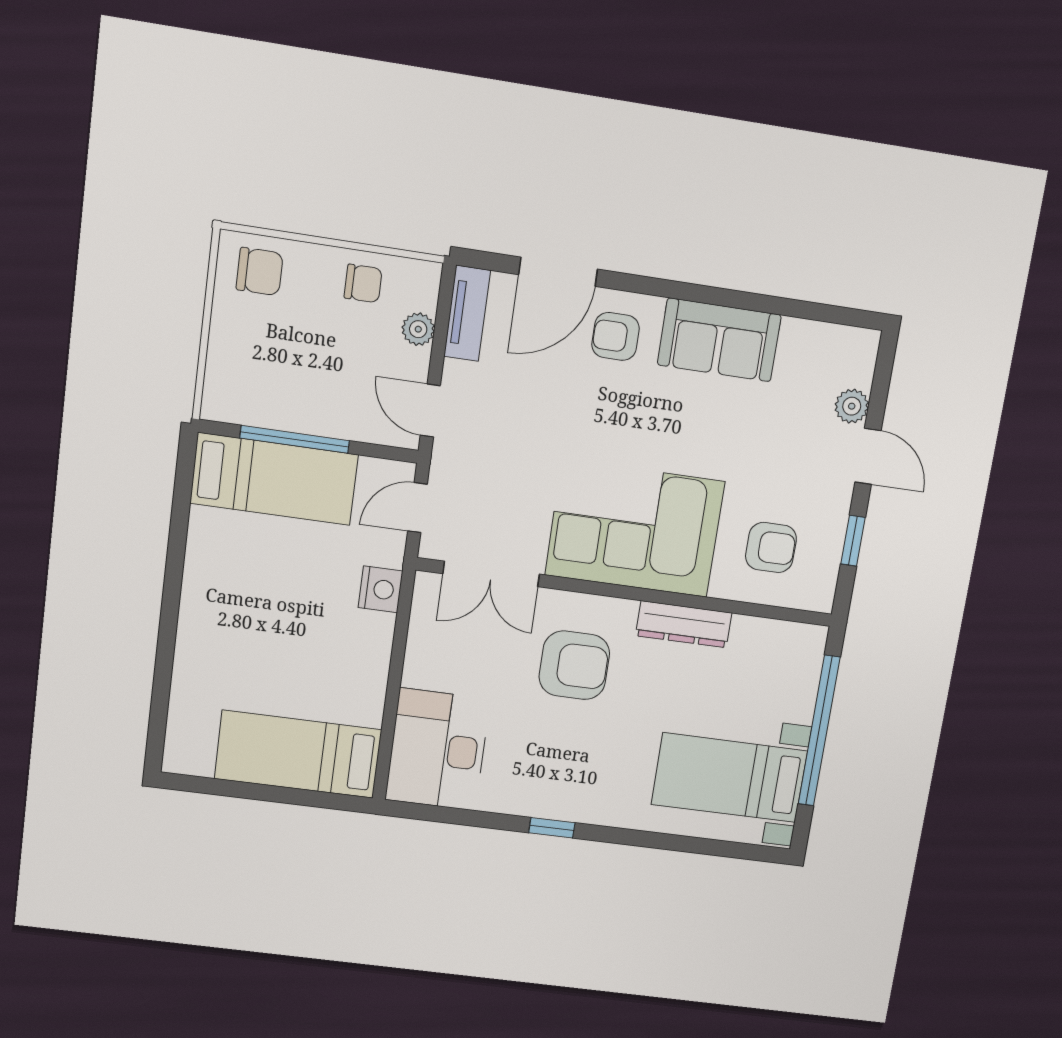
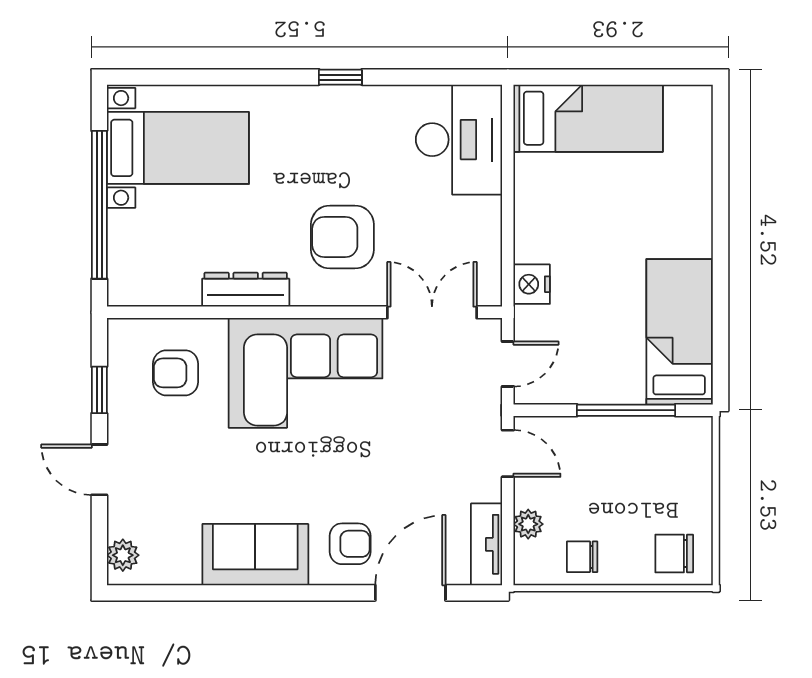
plant: (852, 406) -> (123, 555), moved
bed: (274, 479) -> (679, 332), moved, turned 90

